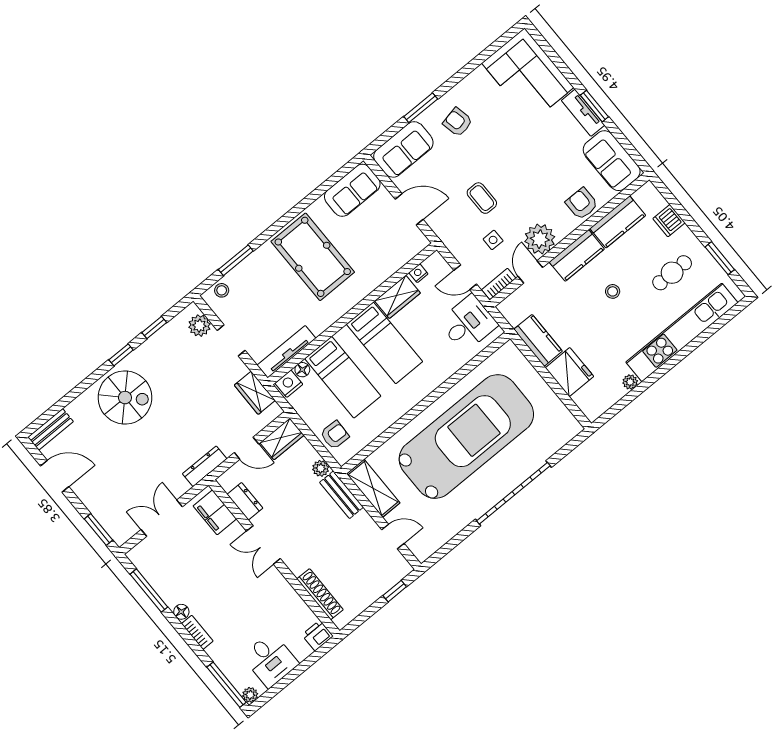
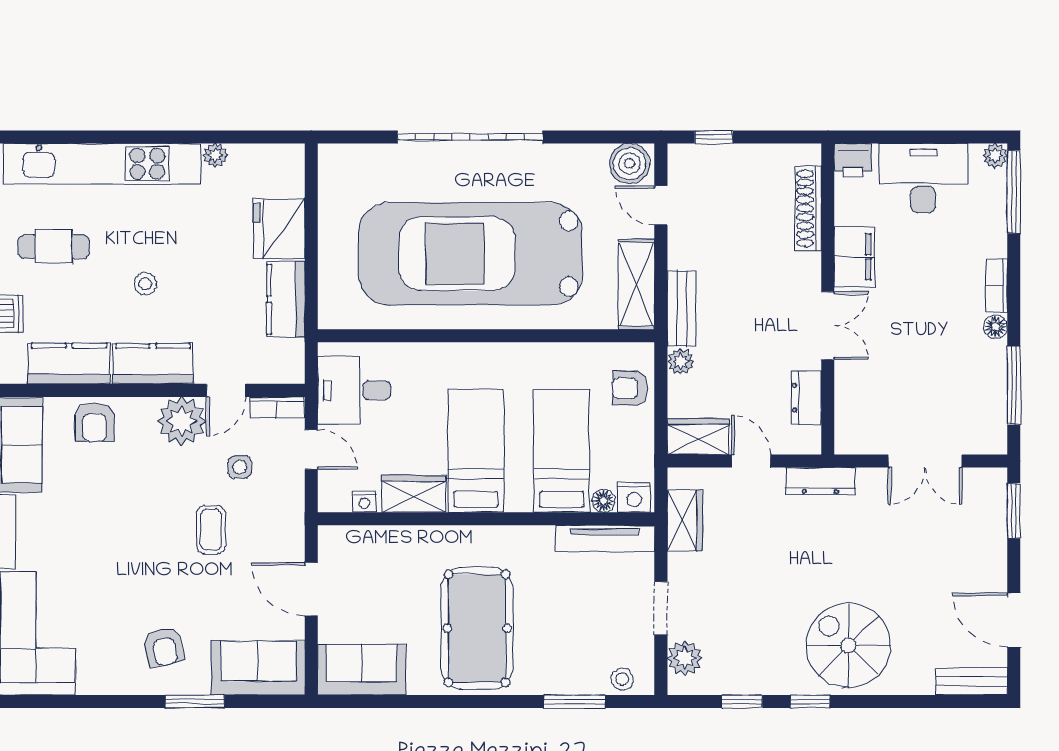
filing cabinet: (215, 512) -> (854, 257), moved
boiler: (425, 544) -> (630, 164), added
desk: (270, 660) -> (923, 178), width x1.37

